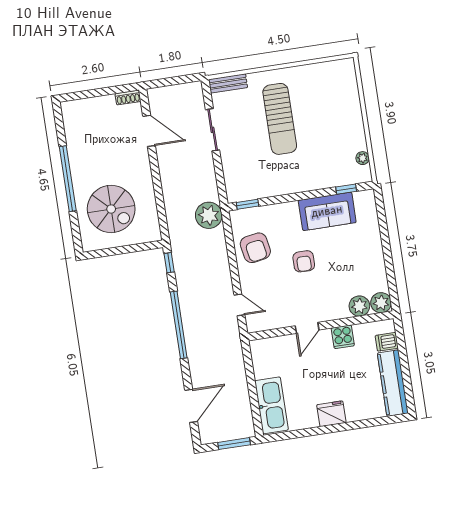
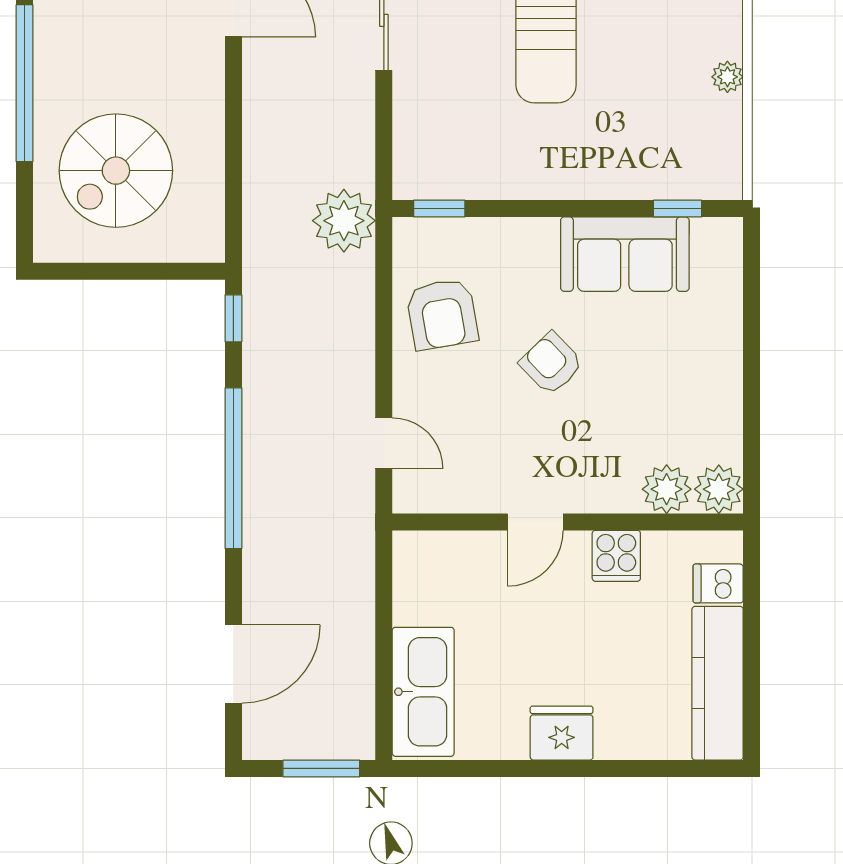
plant: (363, 158) -> (727, 77), moved
spiral stairs: (111, 209) -> (116, 171), turned 90
armchair: (304, 261) -> (551, 364), turned 136

